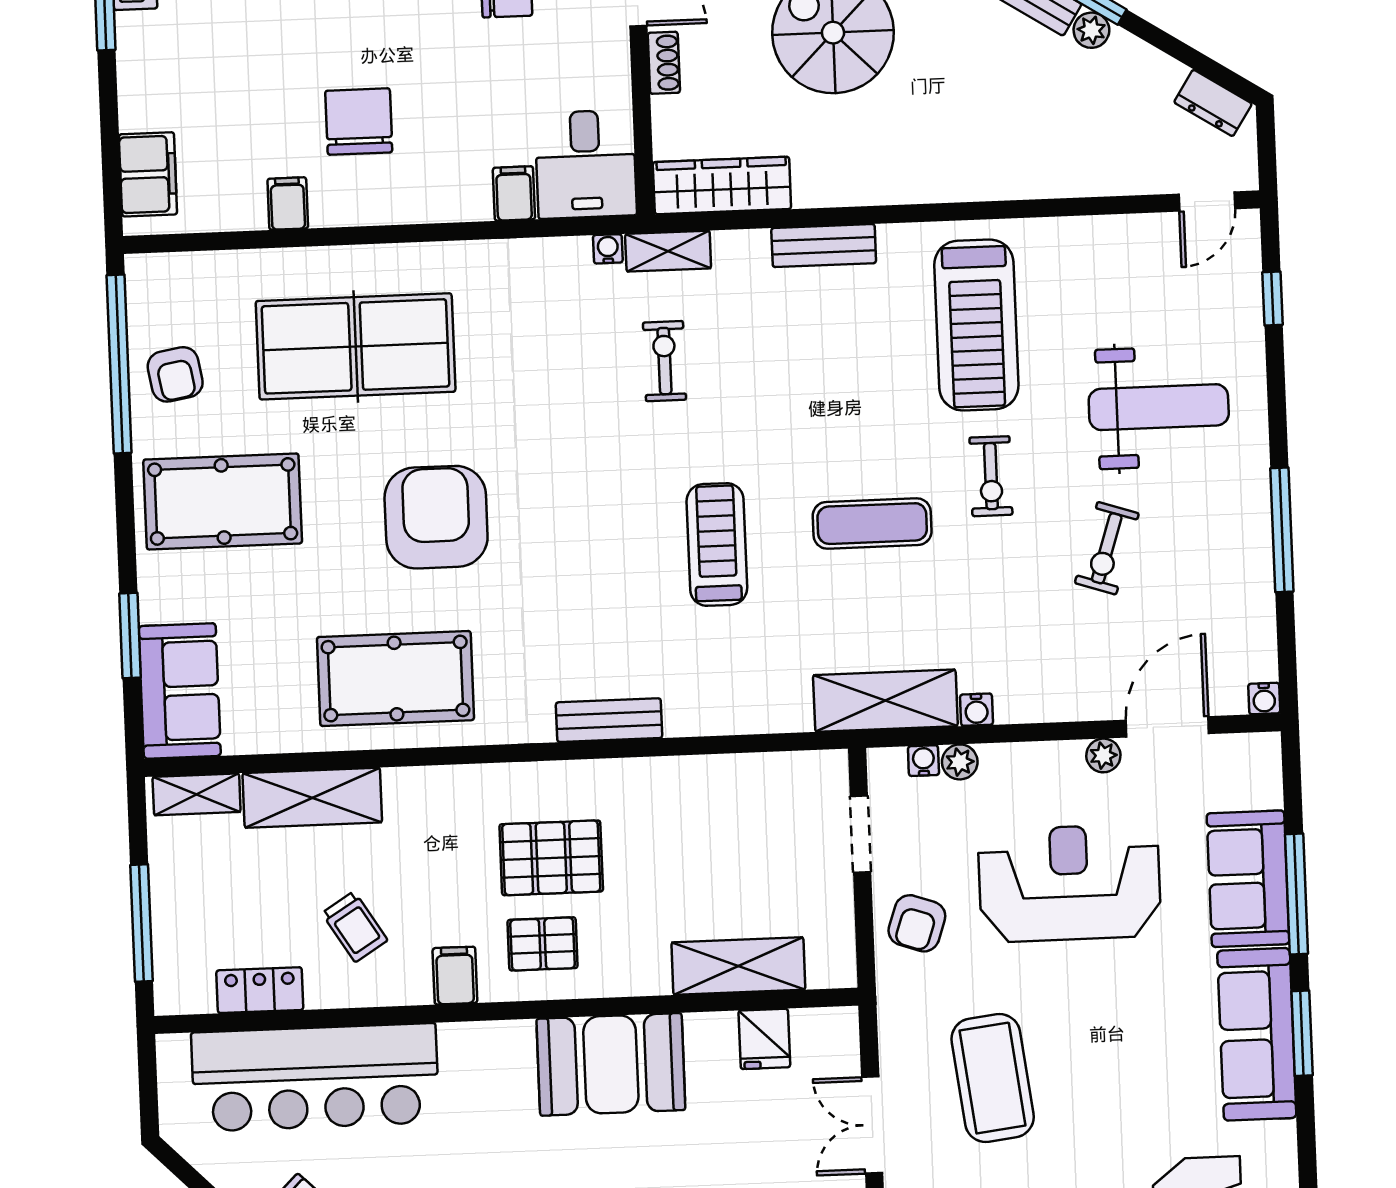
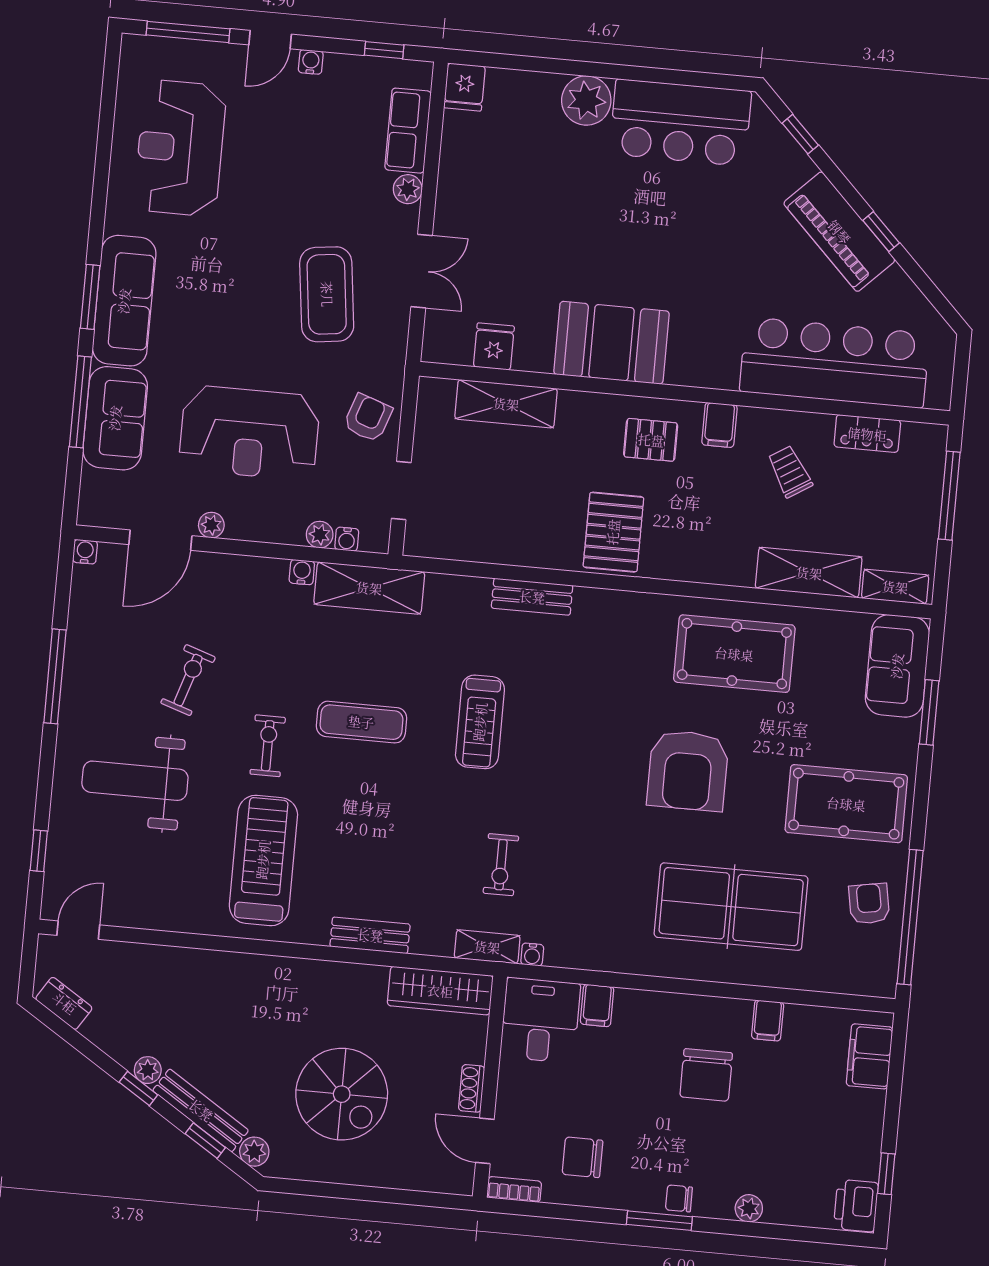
bench: (609, 720) -> (532, 597), moved
pallet: (551, 858) -> (613, 532), moved, turned 90

